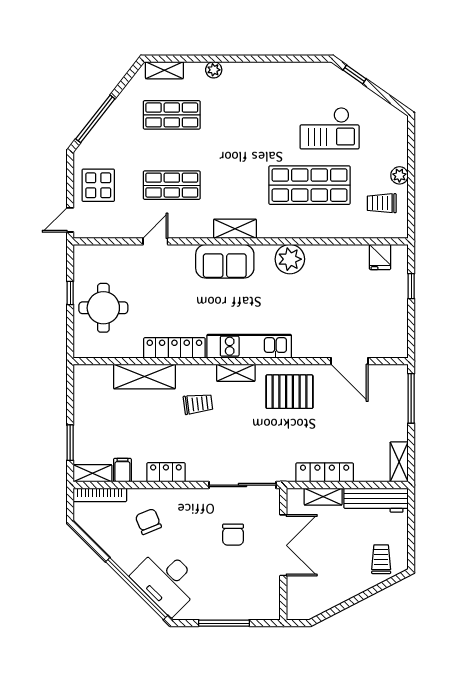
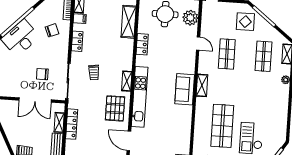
display table: (98, 185) -> (245, 22), moved
plant: (290, 259) -> (190, 18), moved
sofa: (225, 261) -> (185, 89), moved
kitchen unit: (249, 346) -> (140, 97), width x1.36
locker: (174, 348) -> (142, 44), width x0.66
door: (350, 361) -> (129, 141), hinge flipped
shelving: (144, 377) -> (129, 22), moved
trolley: (198, 404) -> (94, 72), moved

